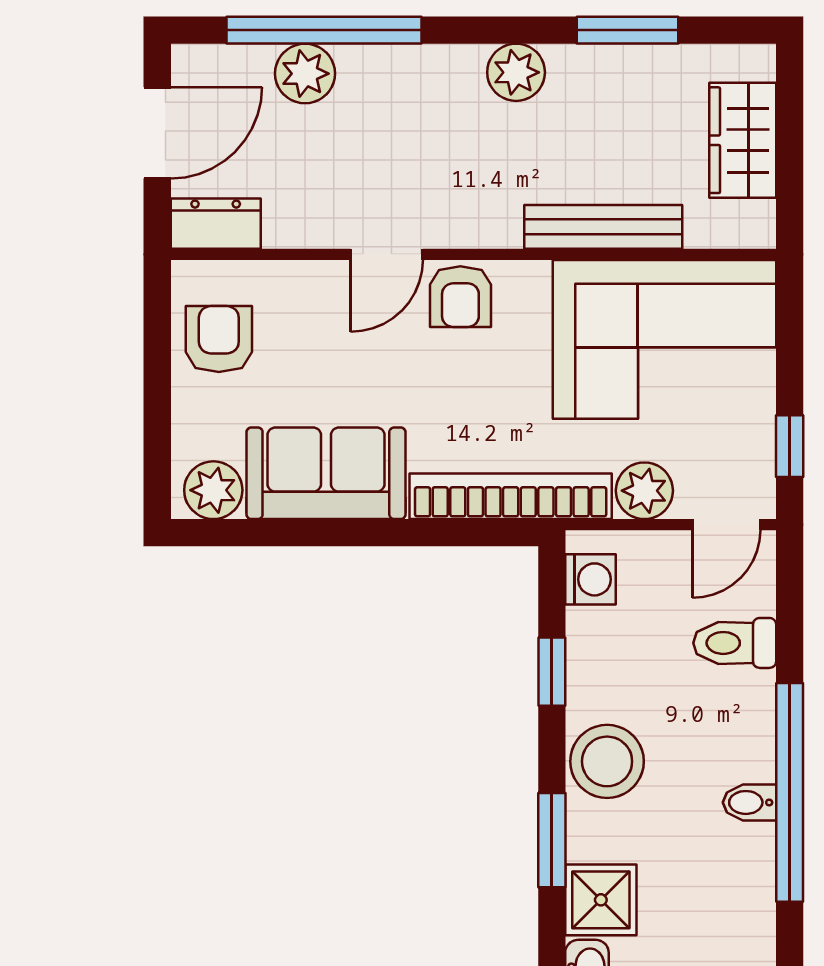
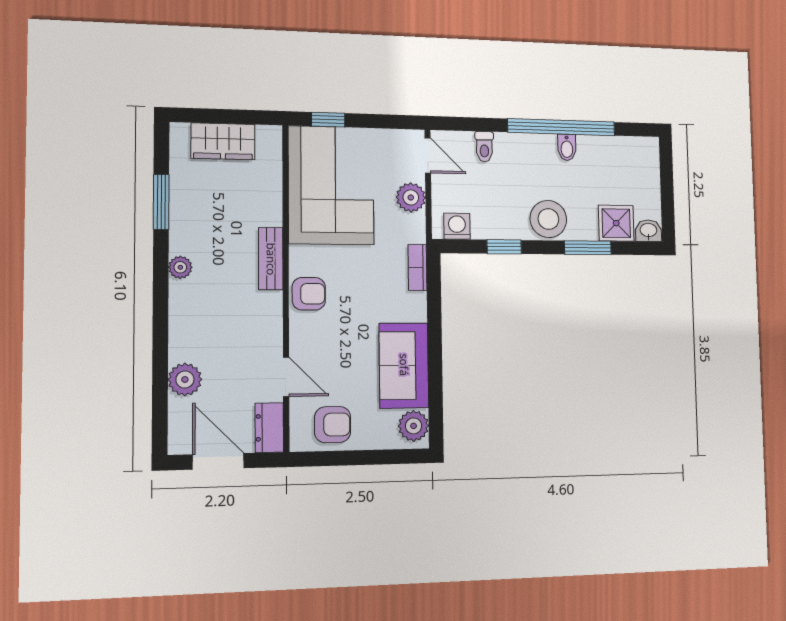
window: (324, 30) -> (160, 369), removed
plant: (516, 72) -> (180, 267), width x0.73, depth x0.73
bench: (603, 227) -> (271, 259), moved, width x0.73
door: (387, 254) -> (286, 377), moved
armchair: (219, 339) -> (333, 425), turned 180
window: (790, 446) -> (328, 120), moved
bookcase: (511, 496) -> (417, 267), width x0.43, depth x0.76
toilet: (735, 643) -> (484, 147), width x0.73, depth x0.72

